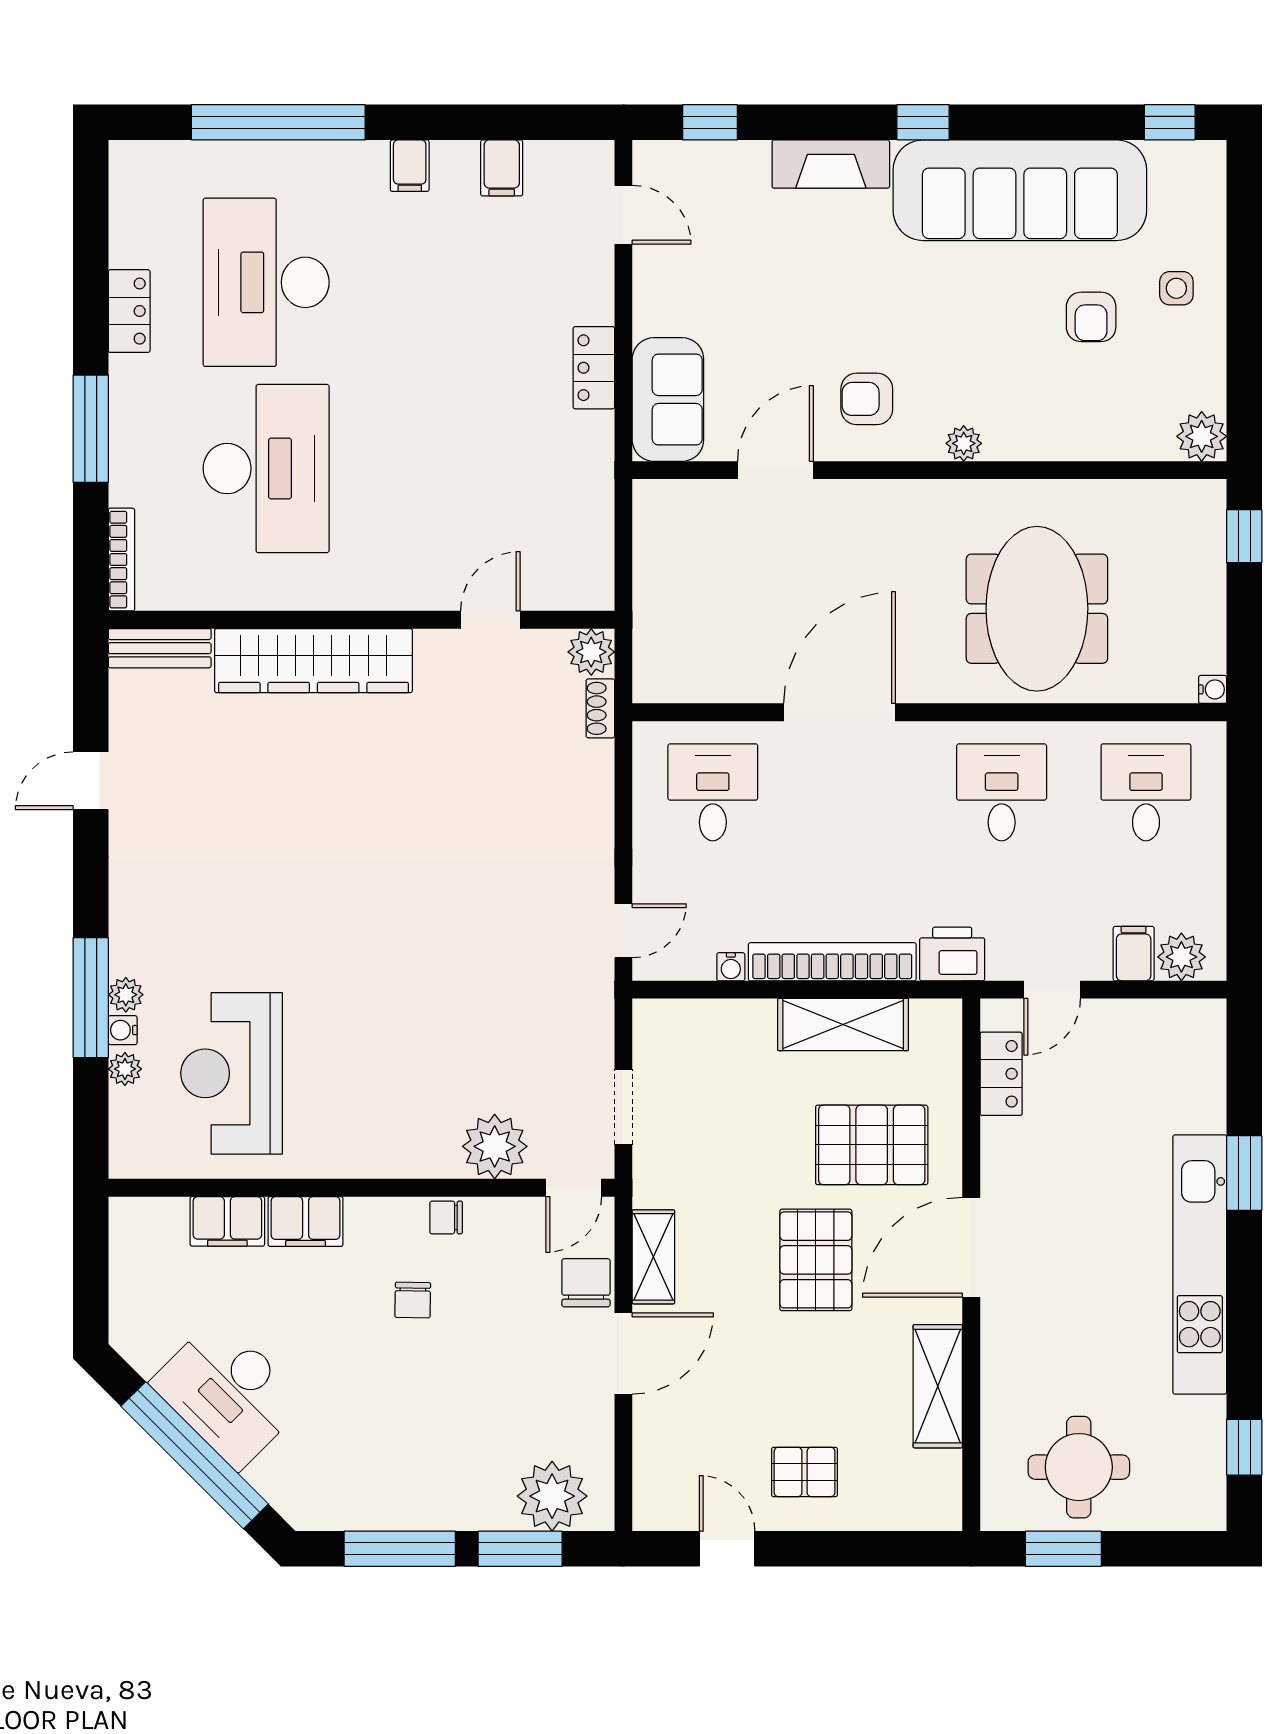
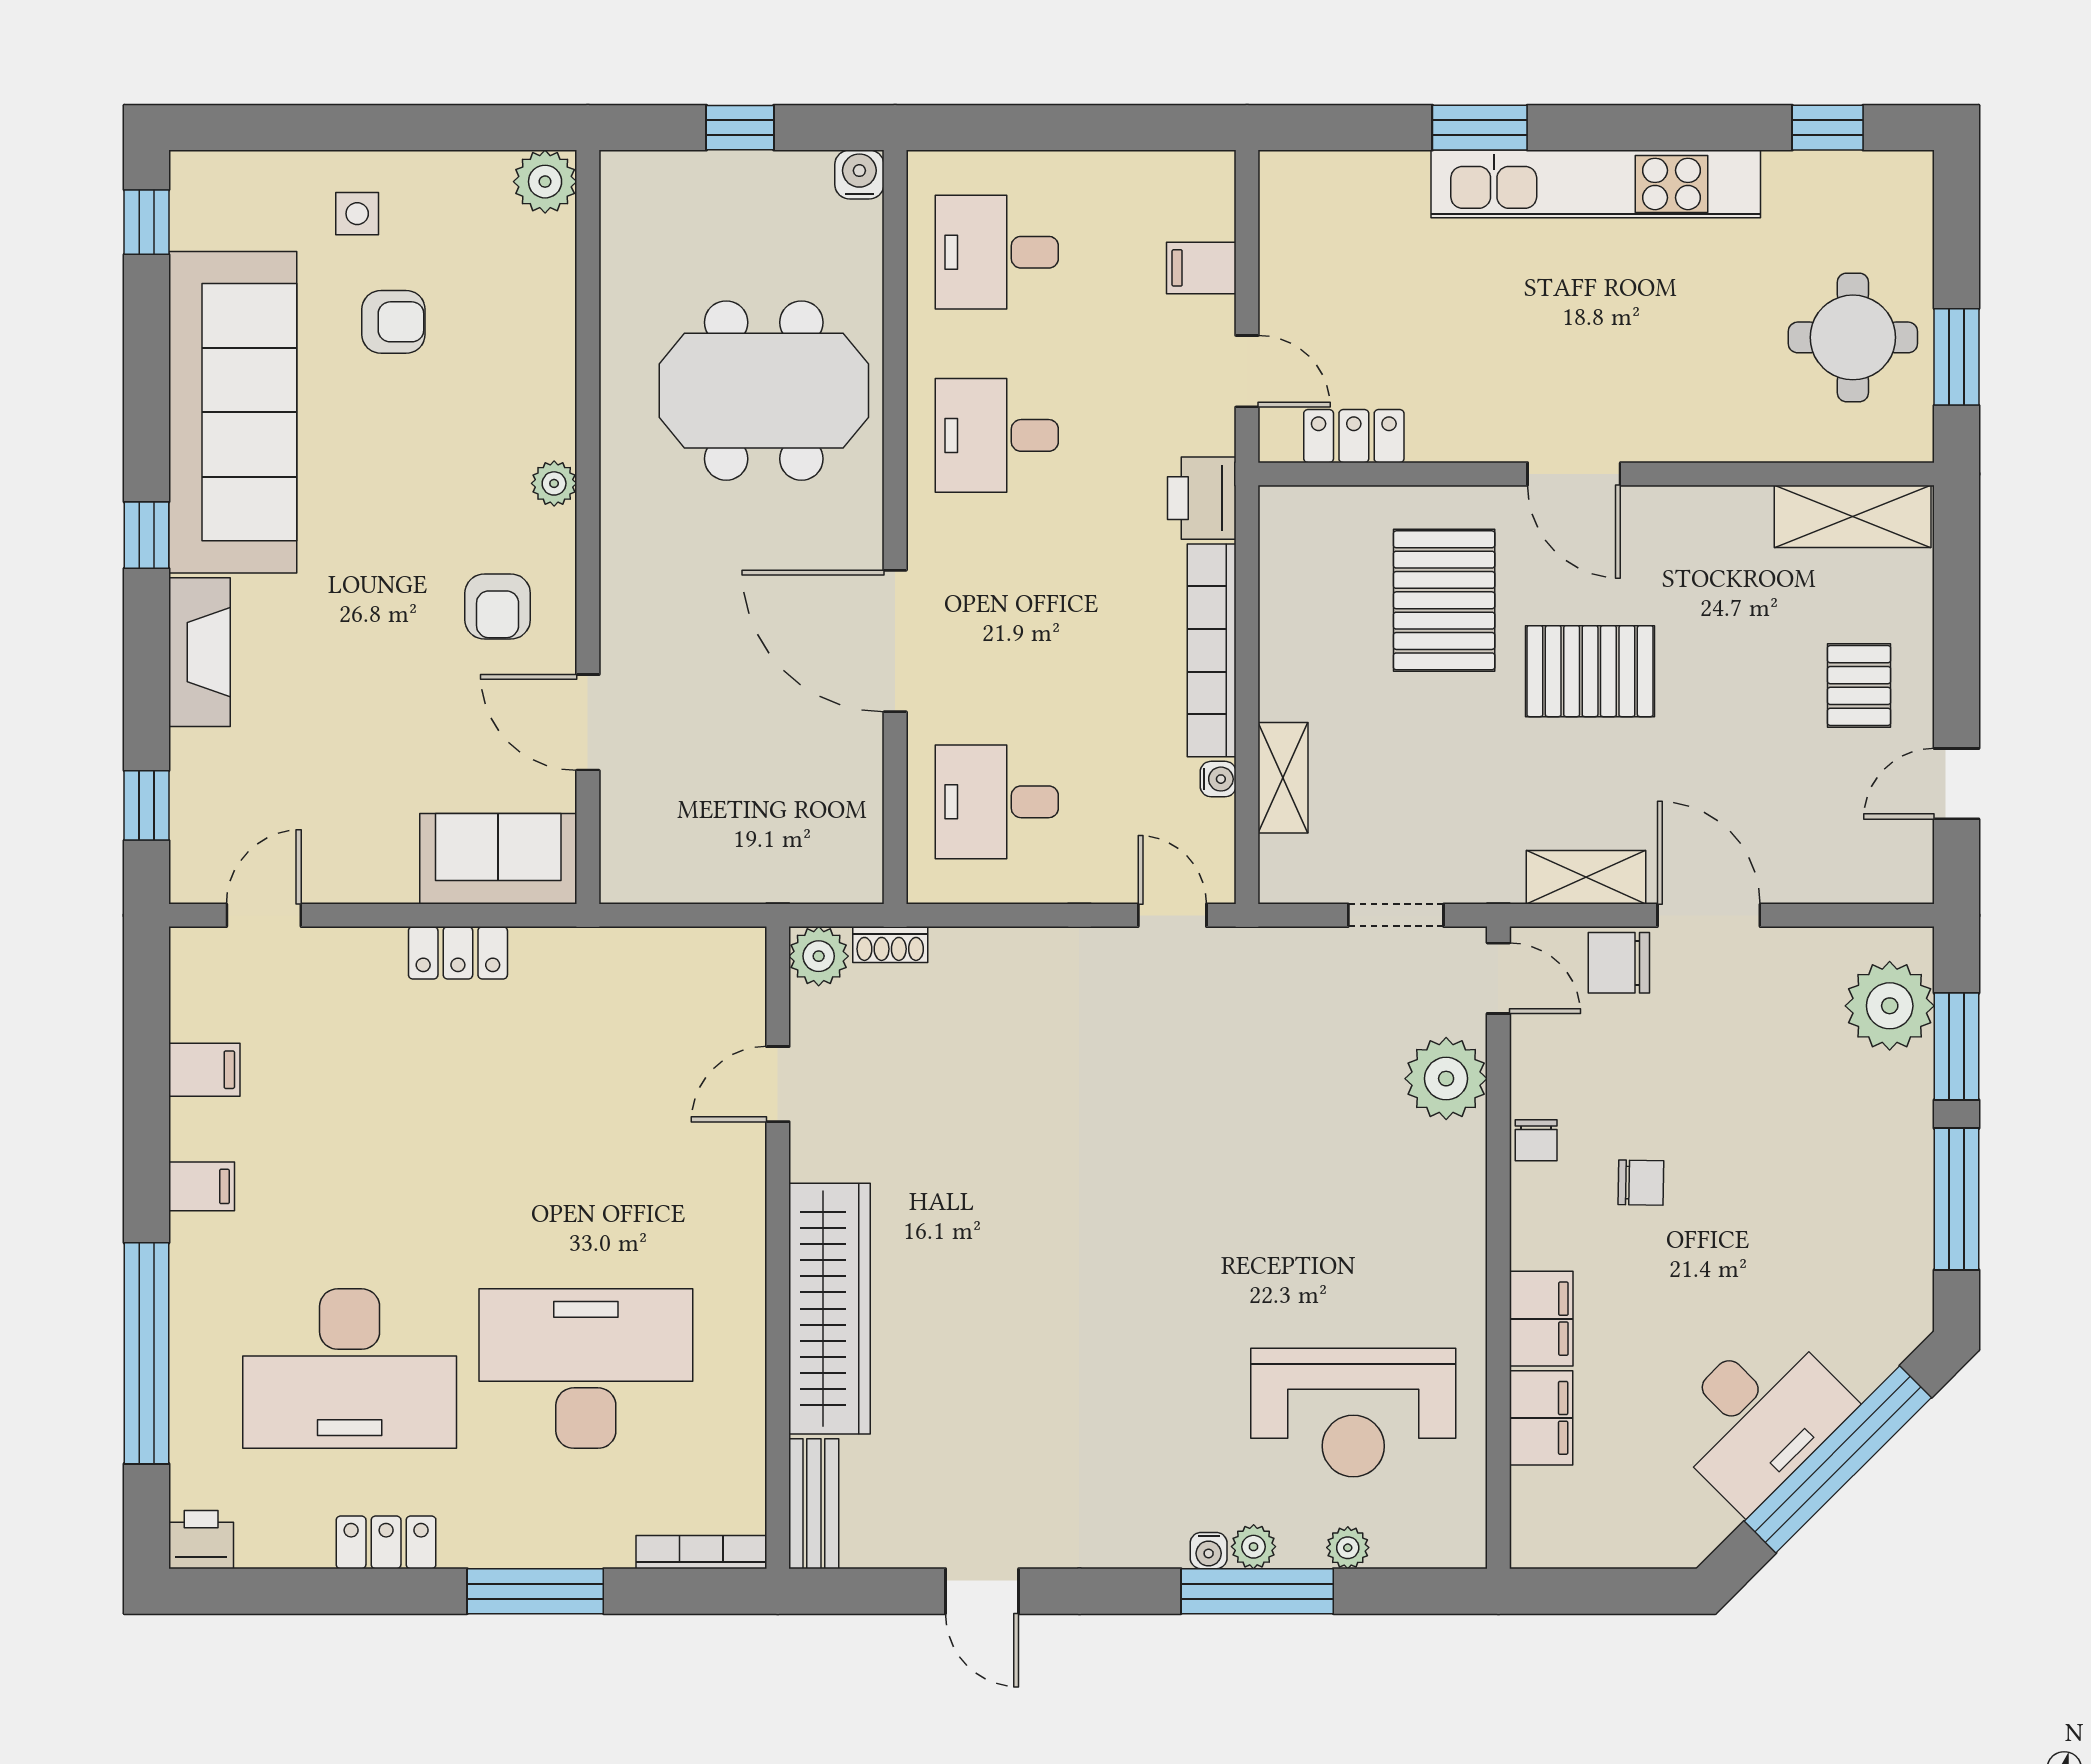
printer: (131, 165) -> (201, 1540), added
window: (1244, 536) -> (740, 128), moved
door: (490, 620) -> (778, 1084), hinge flipped
water cooler: (1213, 689) -> (859, 174), width x1.38, depth x1.38
plant: (1181, 957) -> (1206, 207), removed
shelving: (843, 1025) -> (1283, 778), moved, width x0.67, depth x0.75
water cooler: (123, 1030) -> (1209, 1551), moved
door: (971, 1247) -> (1574, 474), width x0.73
shelving: (938, 1386) -> (1853, 516), moved

